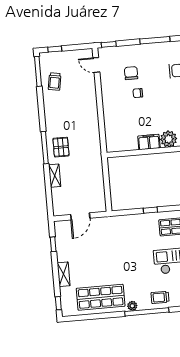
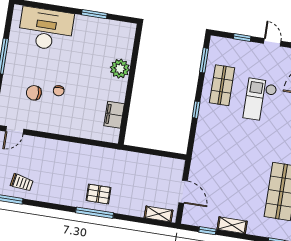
filing cabinet: (149, 142) -> (114, 115), moved
shelving: (55, 176) -> (159, 214), moved
shelving: (64, 274) -> (232, 225), moved

